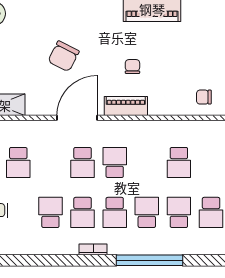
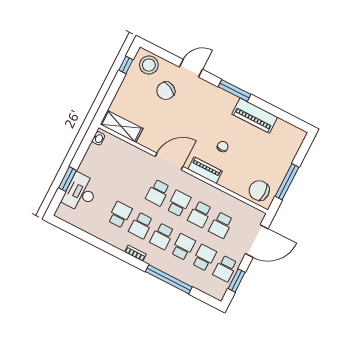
chair: (64, 56) -> (166, 91), moved
chair: (204, 97) -> (259, 191), width x1.87, depth x1.87
school desk: (18, 162) -> (200, 214), moved

